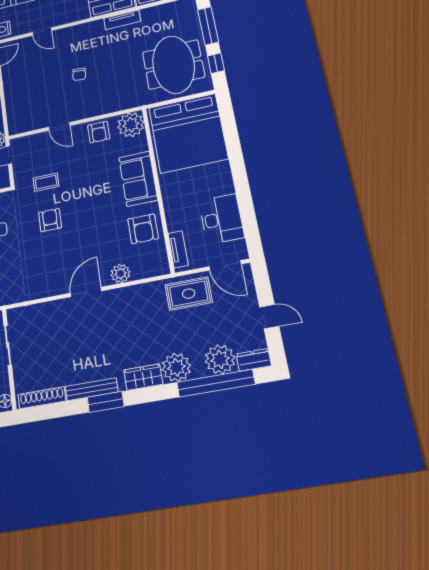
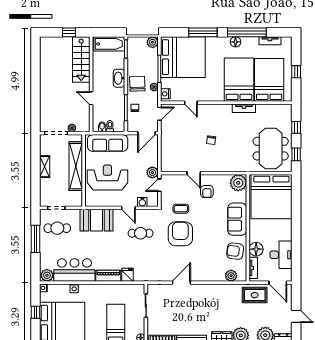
window: (208, 26) -> (296, 127), width x0.46
armchair: (99, 132) -> (207, 192), moved
floor lamp: (178, 219) -> (256, 249), added
armchair: (50, 220) -> (180, 234), width x1.88, depth x1.88
armchair: (143, 229) -> (235, 251), turned 98
plant: (120, 274) -> (231, 276), moved
door: (86, 292) -> (181, 283), moved

